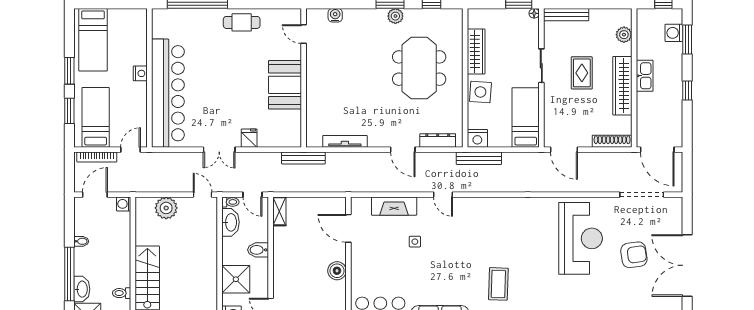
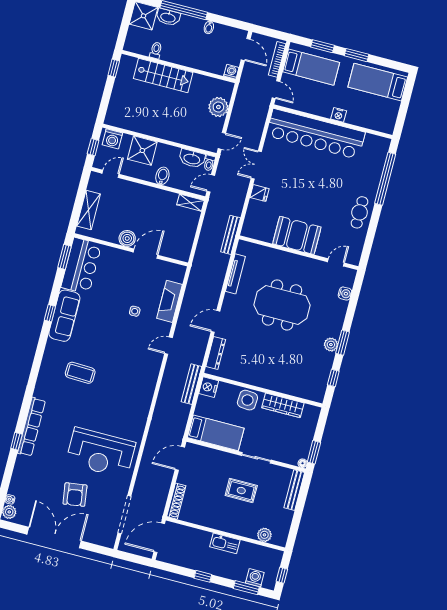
meeting table: (419, 68) -> (282, 305), moved
wardrobe: (622, 86) -> (221, 522), removed
door: (348, 228) -> (145, 254), moved

